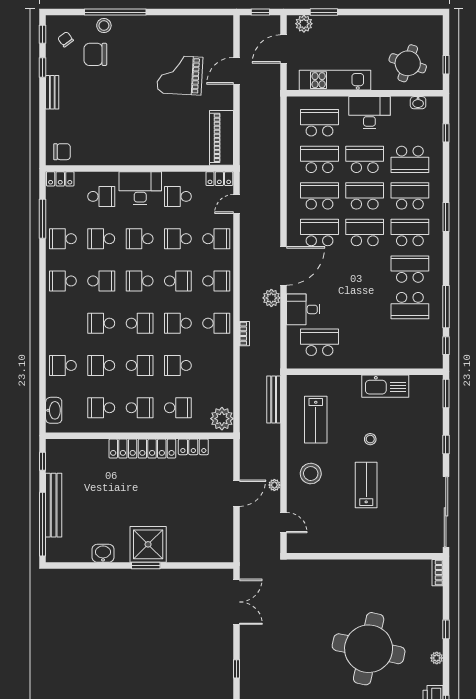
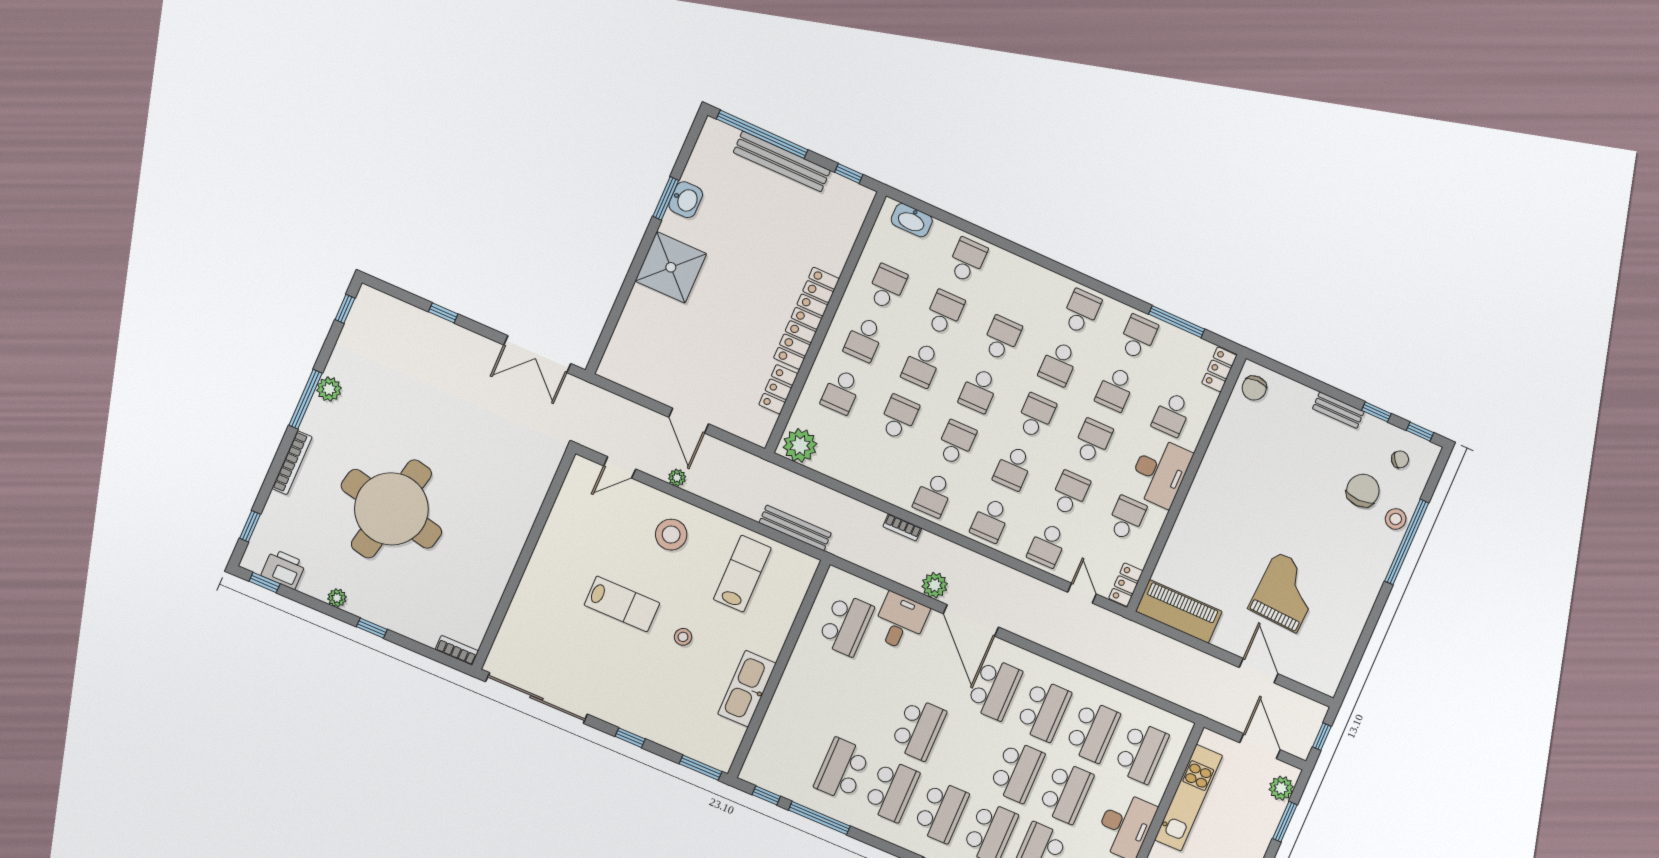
school desk: (365, 233) -> (918, 729), moved
school desk: (101, 239) -> (1115, 389), turned 180
lab bench: (316, 420) -> (742, 574), turned 90
window: (146, 566) -> (666, 198), moved

